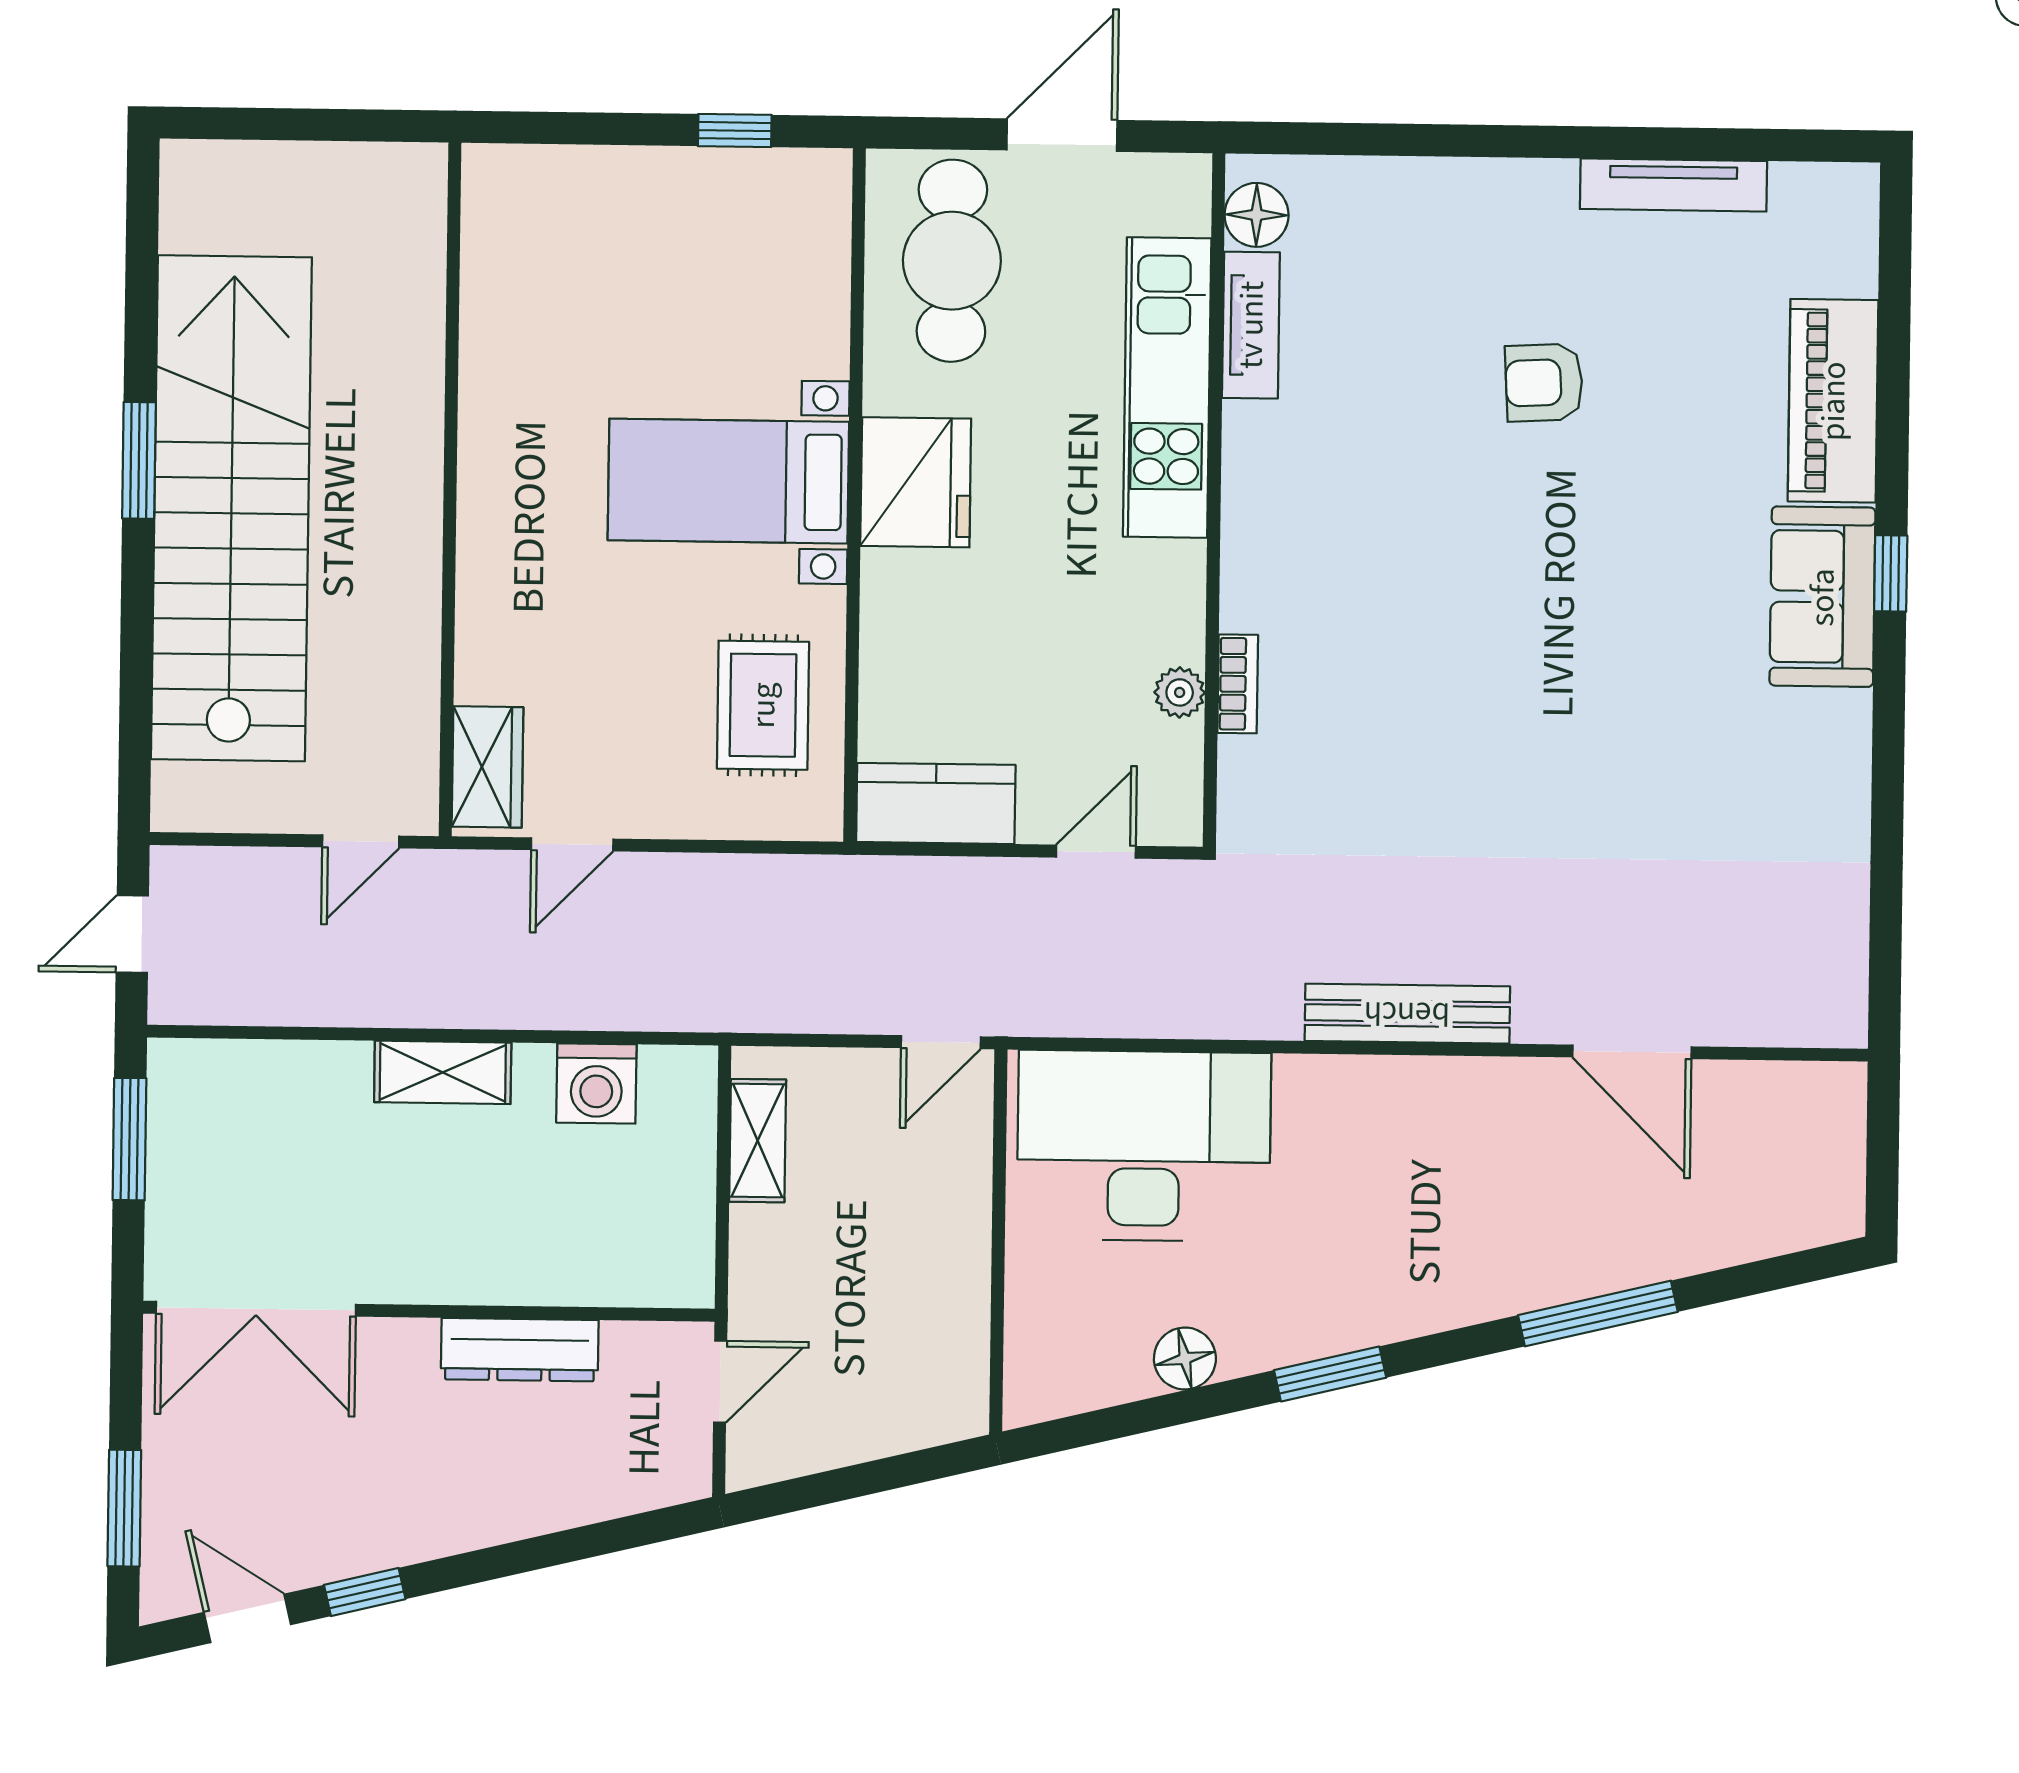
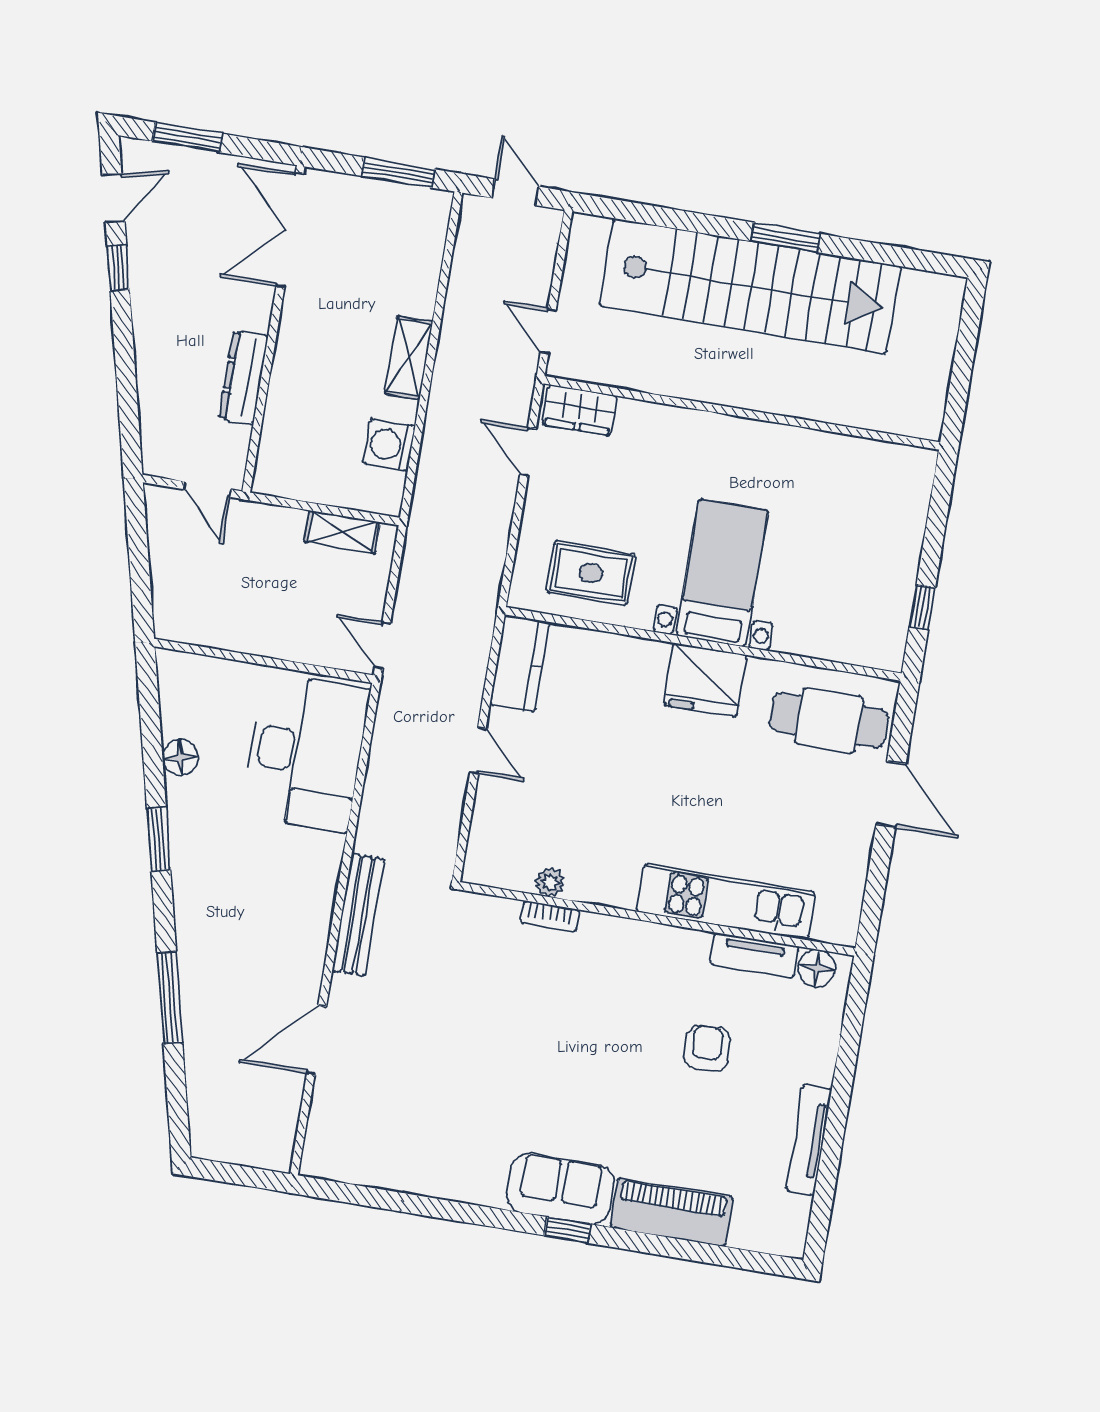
floor lamp: (1257, 215) -> (817, 968), moved
tv unit: (1251, 325) -> (754, 955), moved
kitchen unit: (1167, 387) -> (726, 902), moved
wall: (1214, 500) -> (657, 919), moved
bookcase: (1238, 684) -> (550, 916), moved
plant: (1180, 692) -> (550, 882), moved

